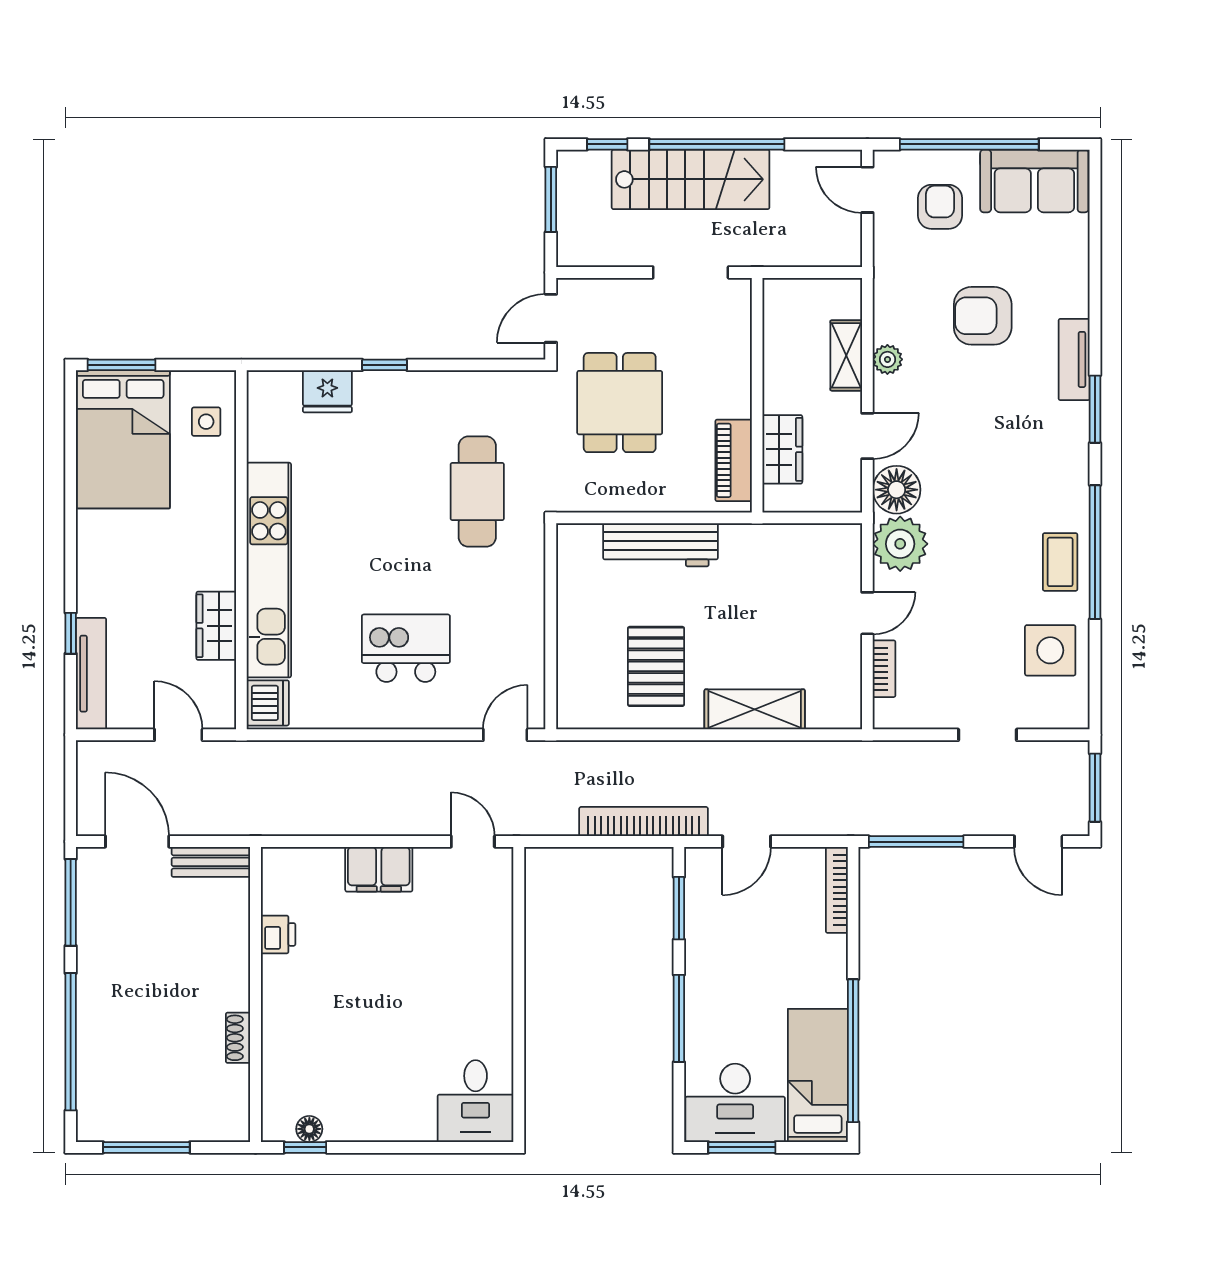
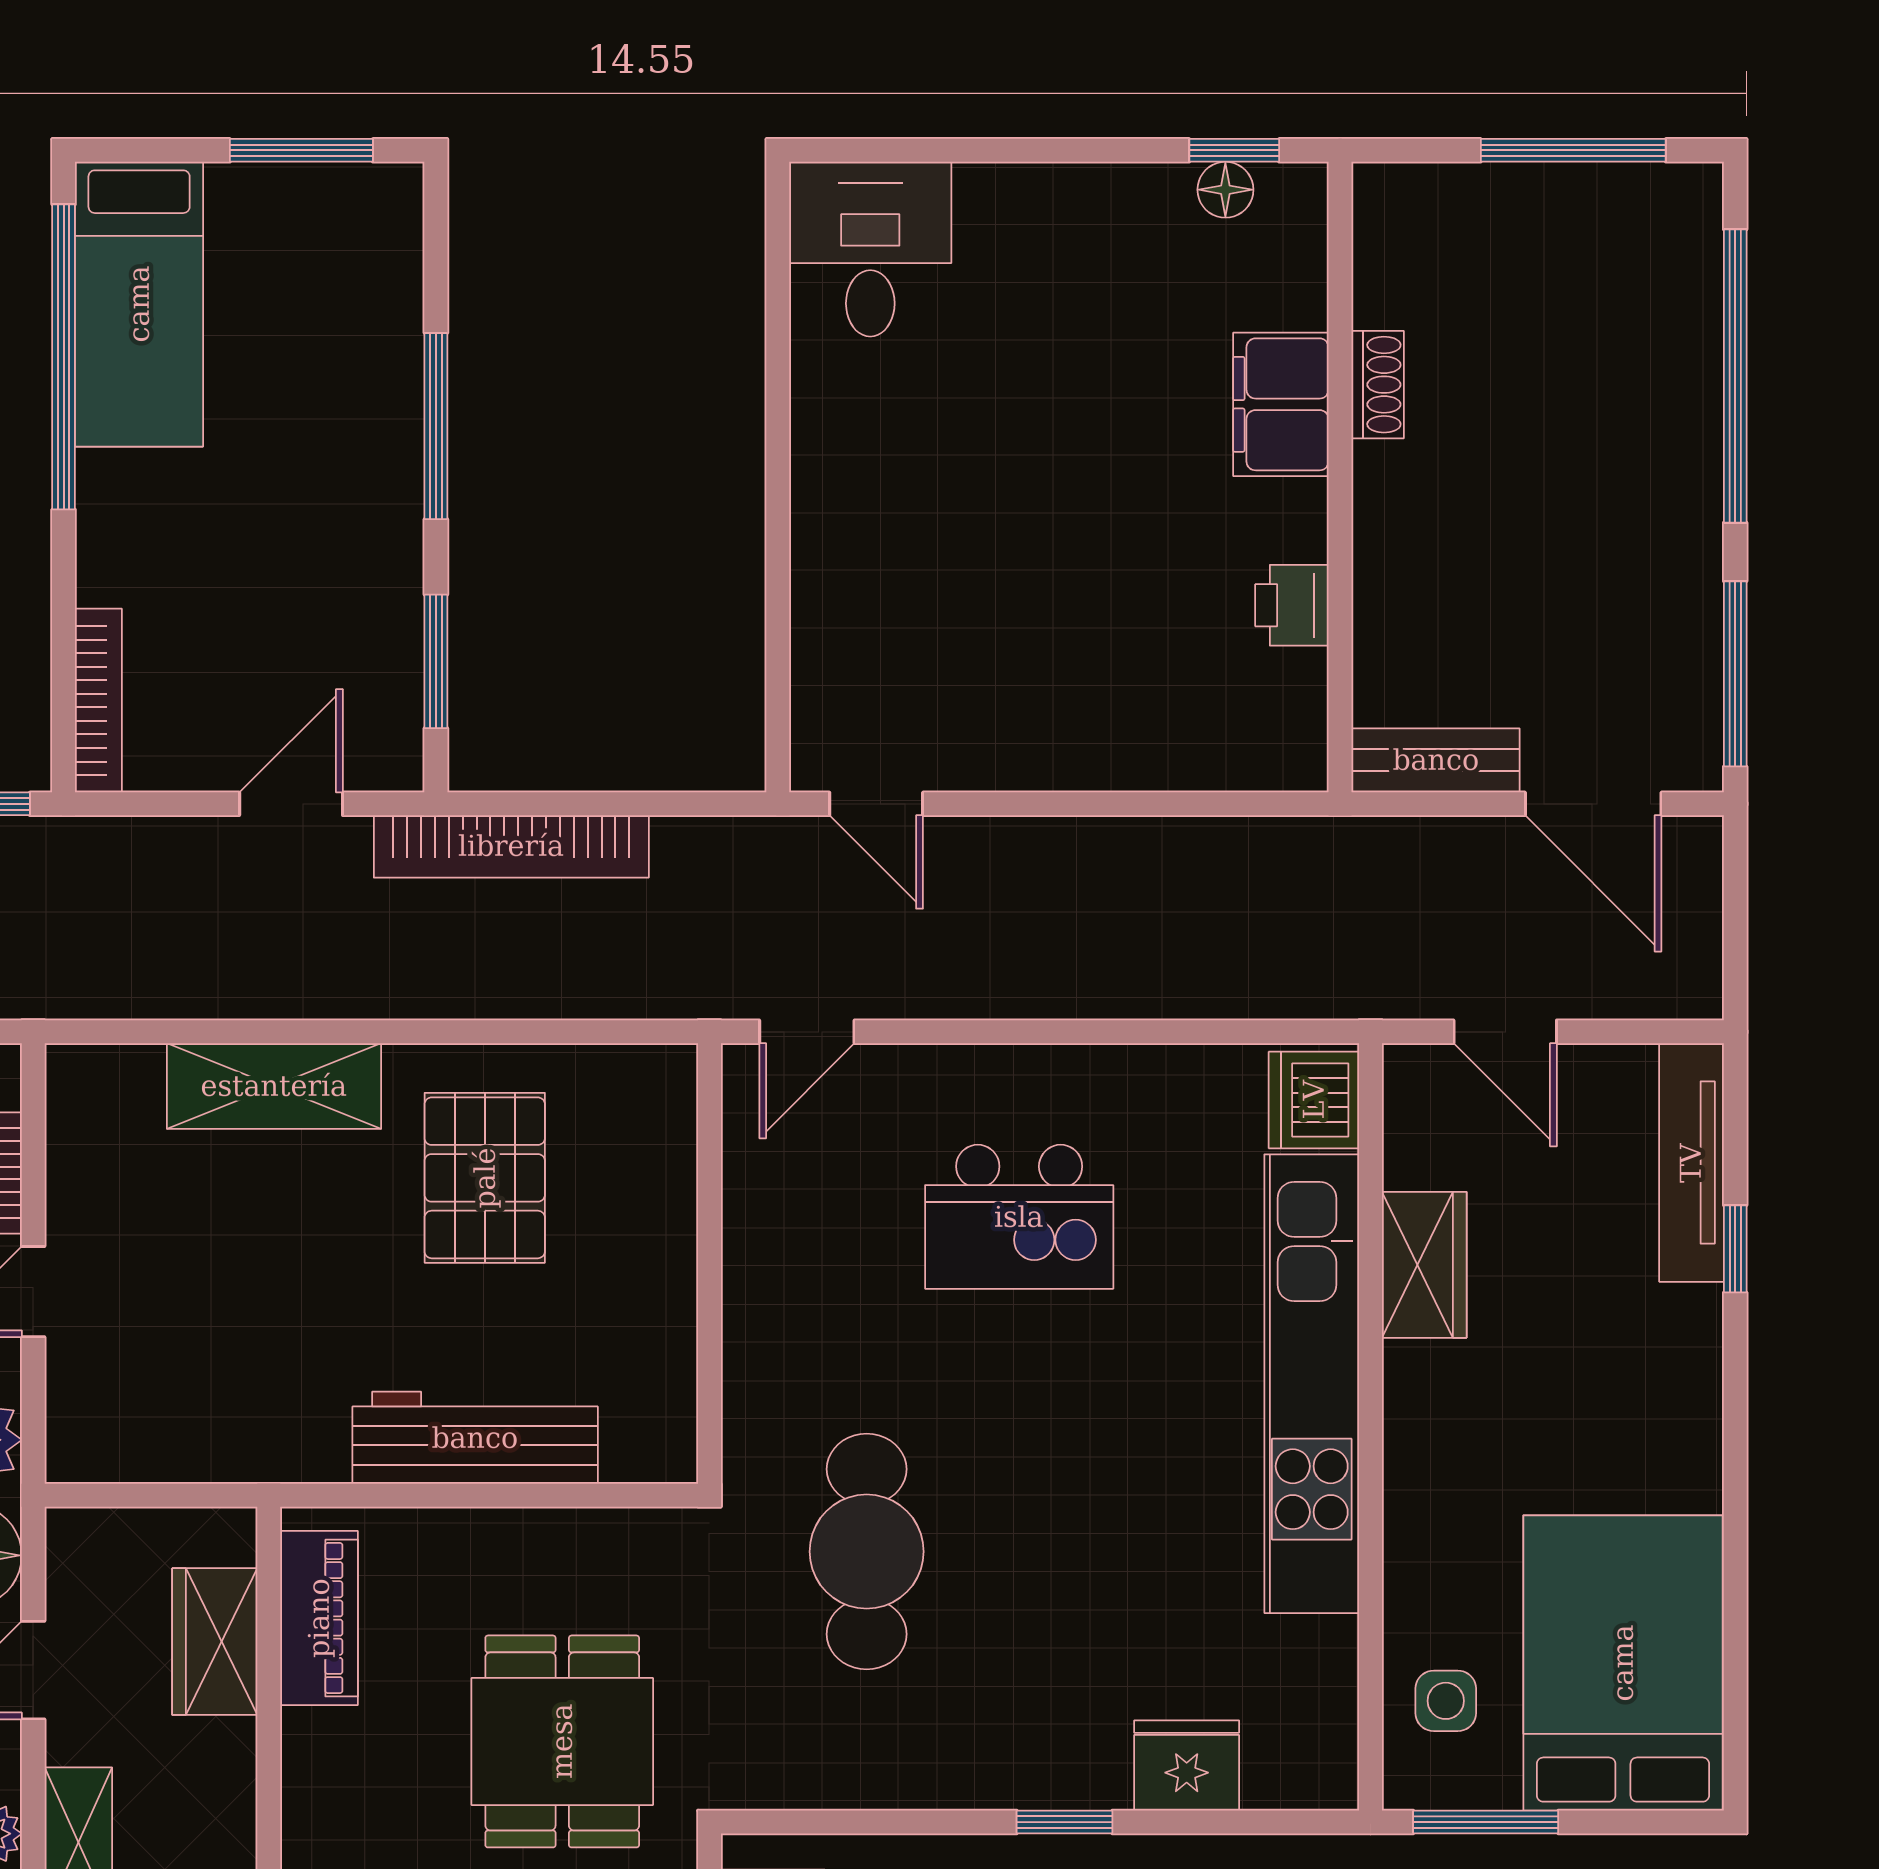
window: (121, 365) -> (1486, 1822), moved
filing cabinet: (379, 869) -> (1281, 404), moved, turned -90
desk: (735, 1103) -> (316, 245), removed

